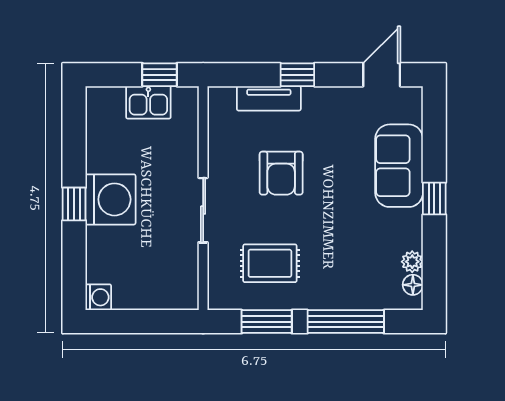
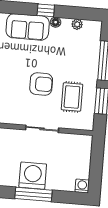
armchair: (281, 173) -> (41, 84), moved
window: (74, 204) -> (33, 194), width x2.17
floor lamp: (413, 285) -> (56, 22), moved

